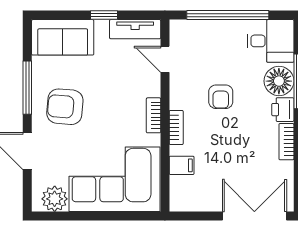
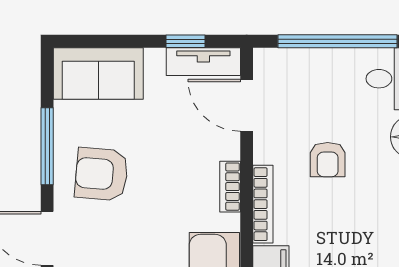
window: (104, 15) -> (186, 41), moved
door: (165, 59) -> (247, 105), width x1.38
bookcase: (176, 127) -> (263, 204), width x1.56

